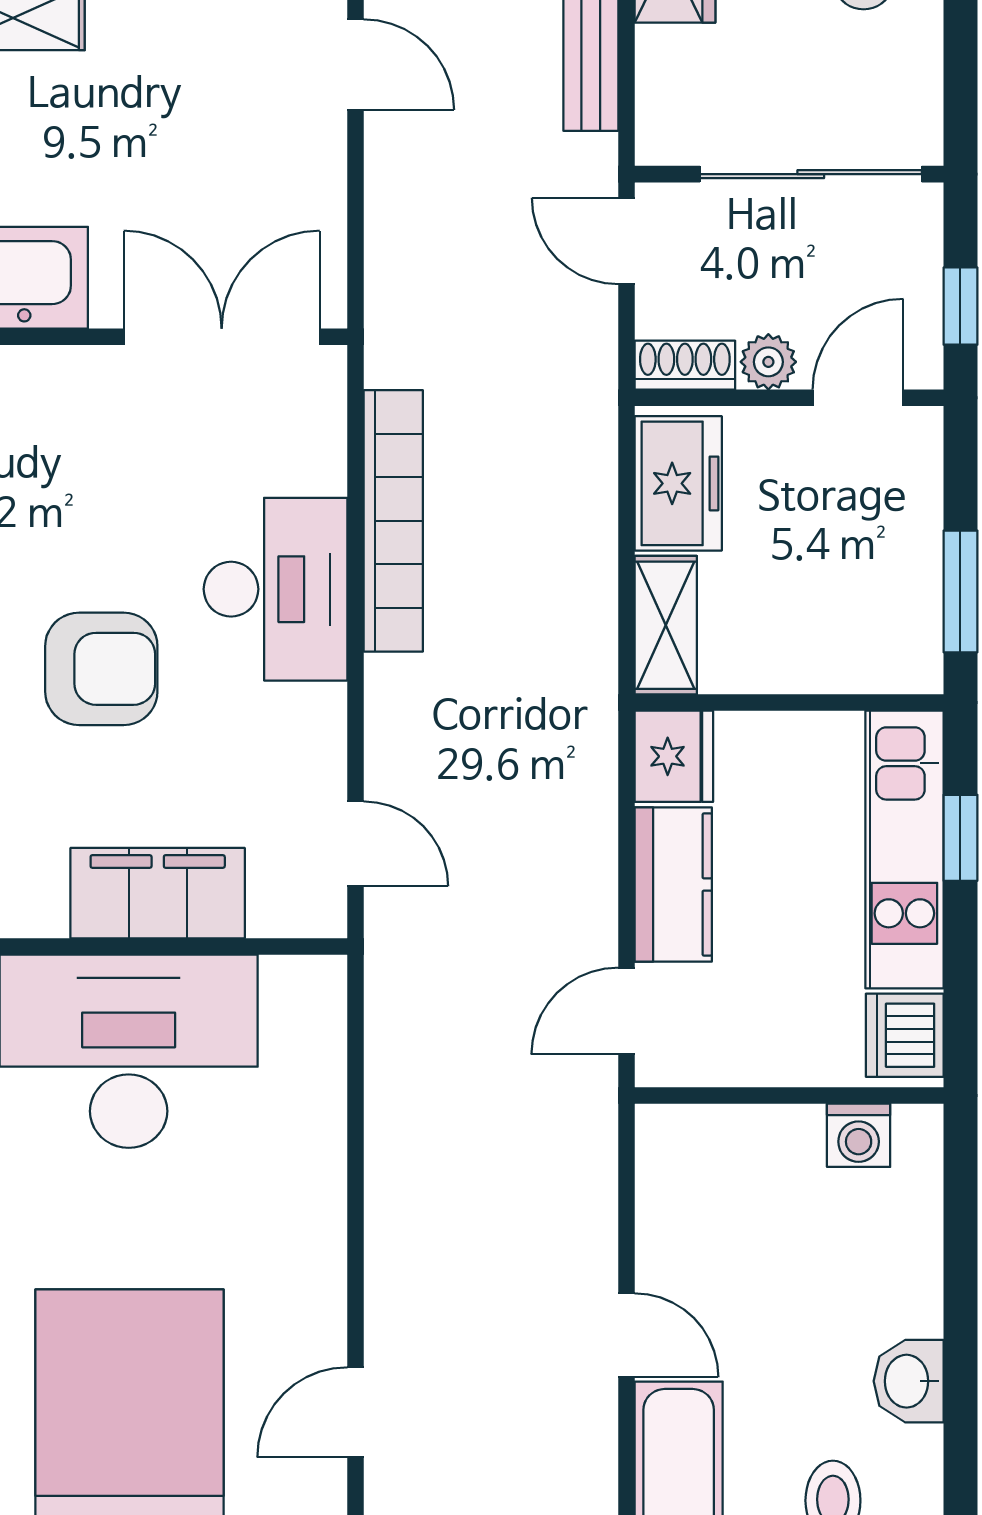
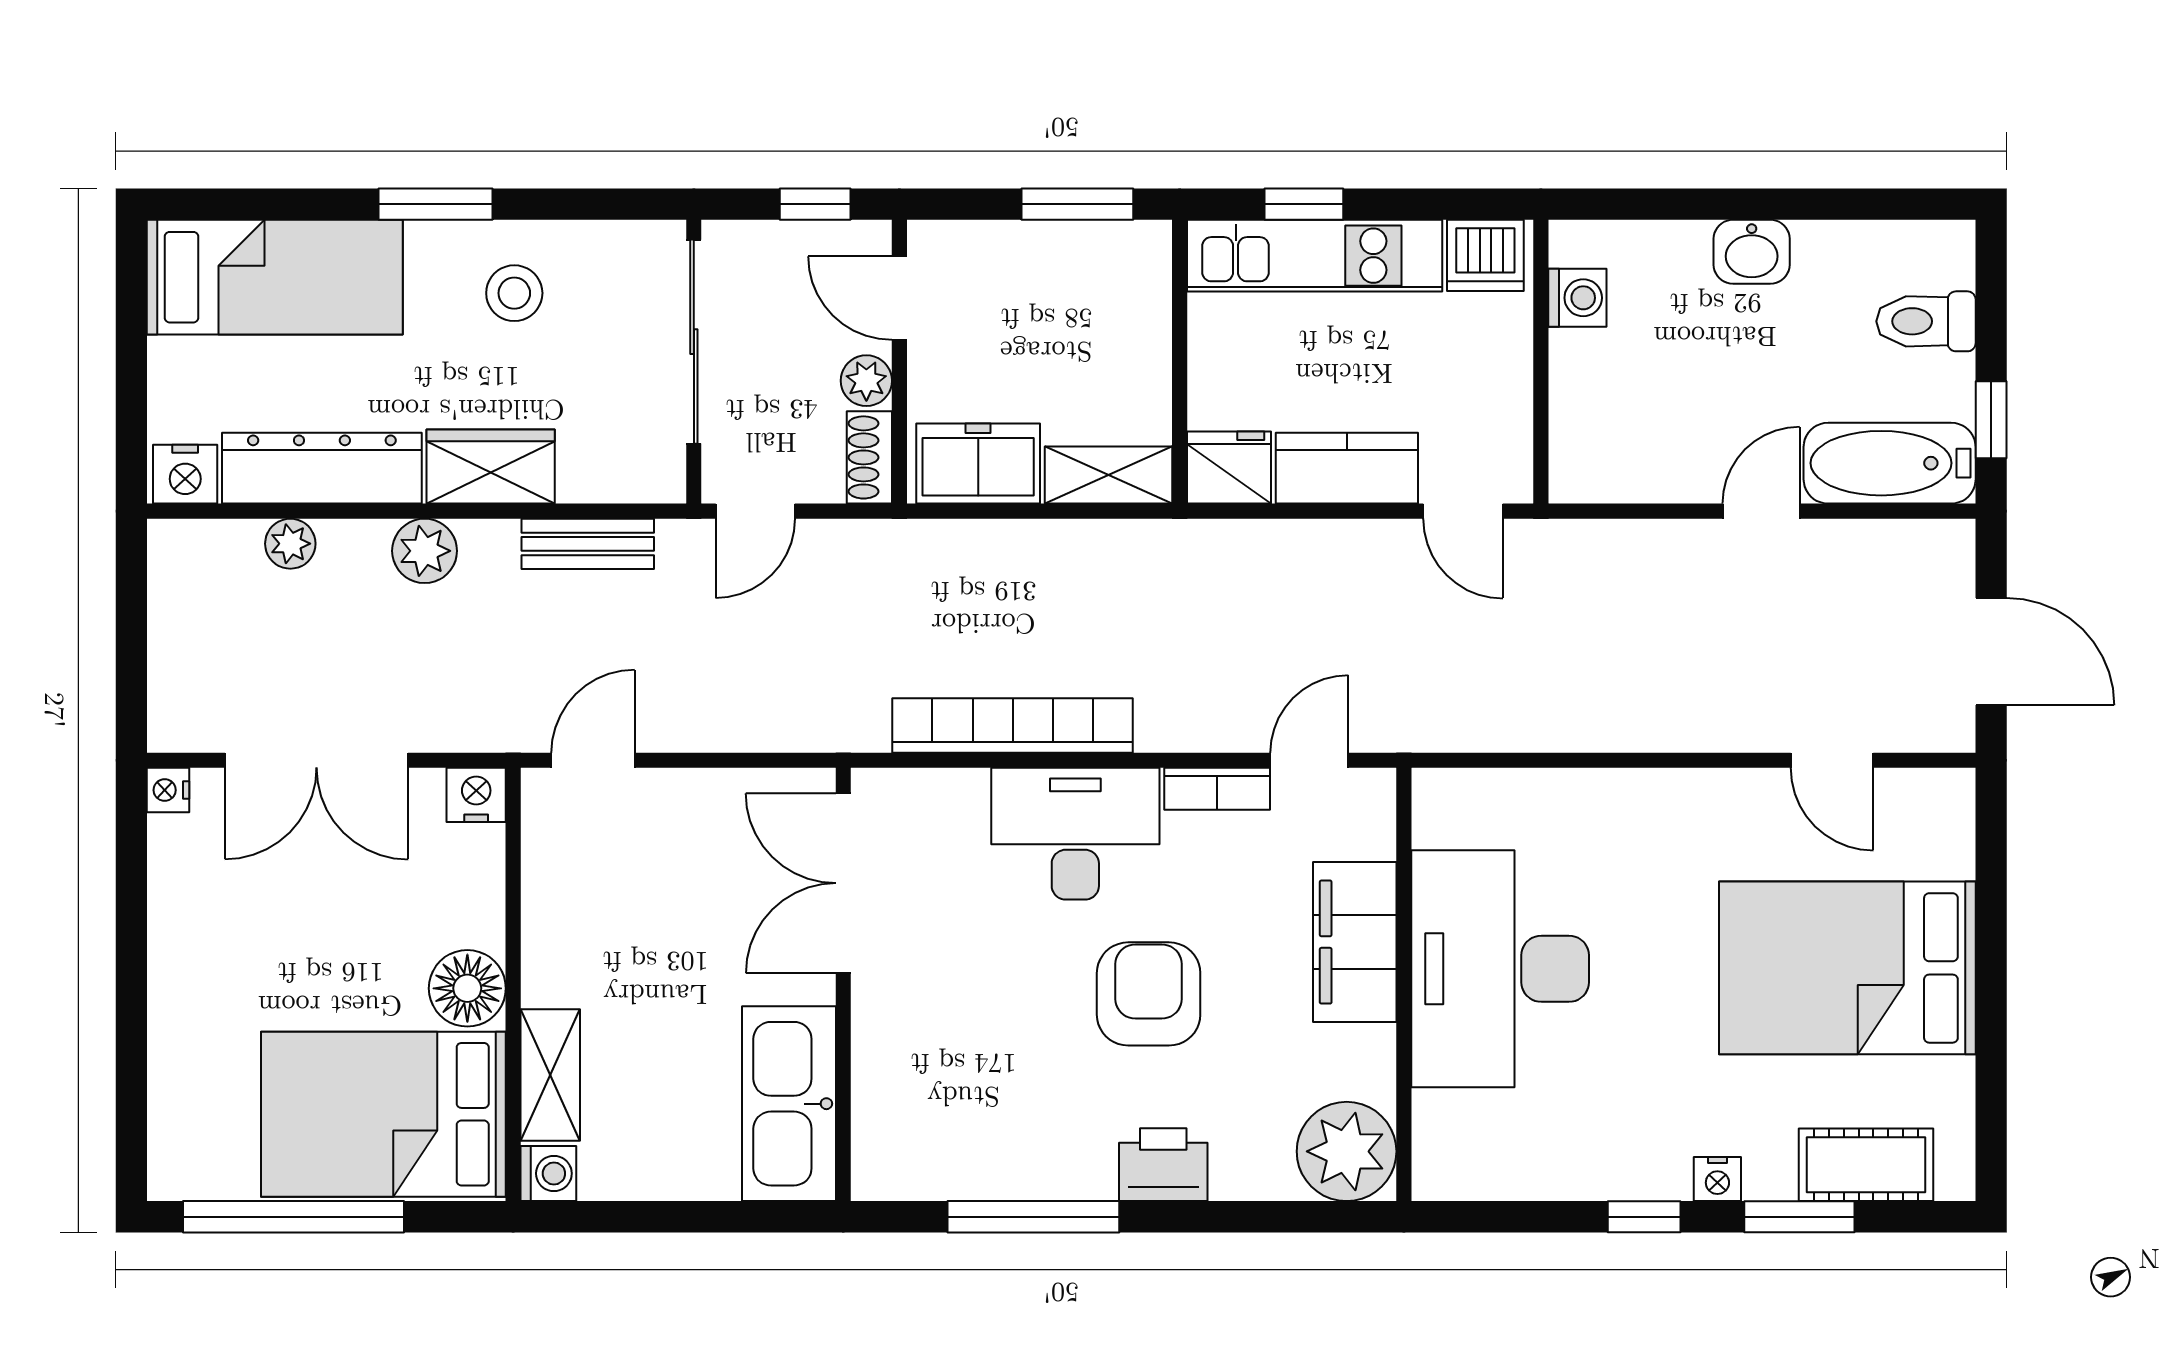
bookcase: (324, 743) -> (1217, 789), added
washbasin: (909, 1381) -> (1752, 252), moved

